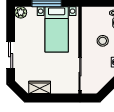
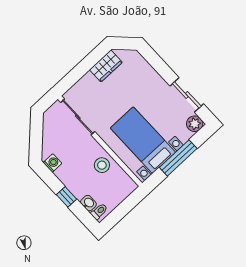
stool: (103, 41) -> (102, 165), moved
sliding door: (11, 55) -> (187, 95), moved

